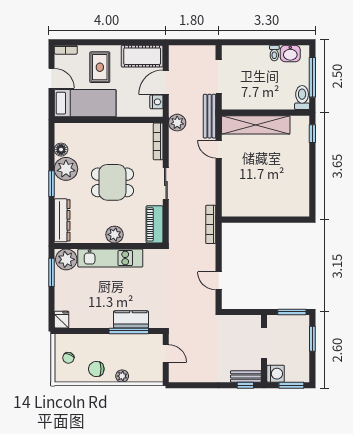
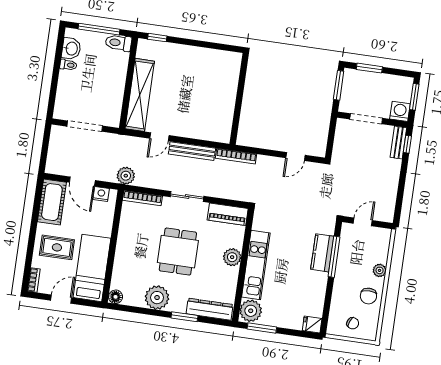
bench: (210, 116) -> (192, 151), moved
floor lamp: (61, 150) -> (116, 297), moved
window: (51, 184) -> (184, 317), moved

